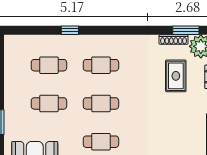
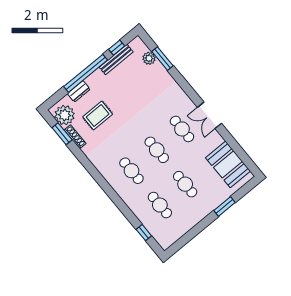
window: (70, 30) -> (144, 233), moved

